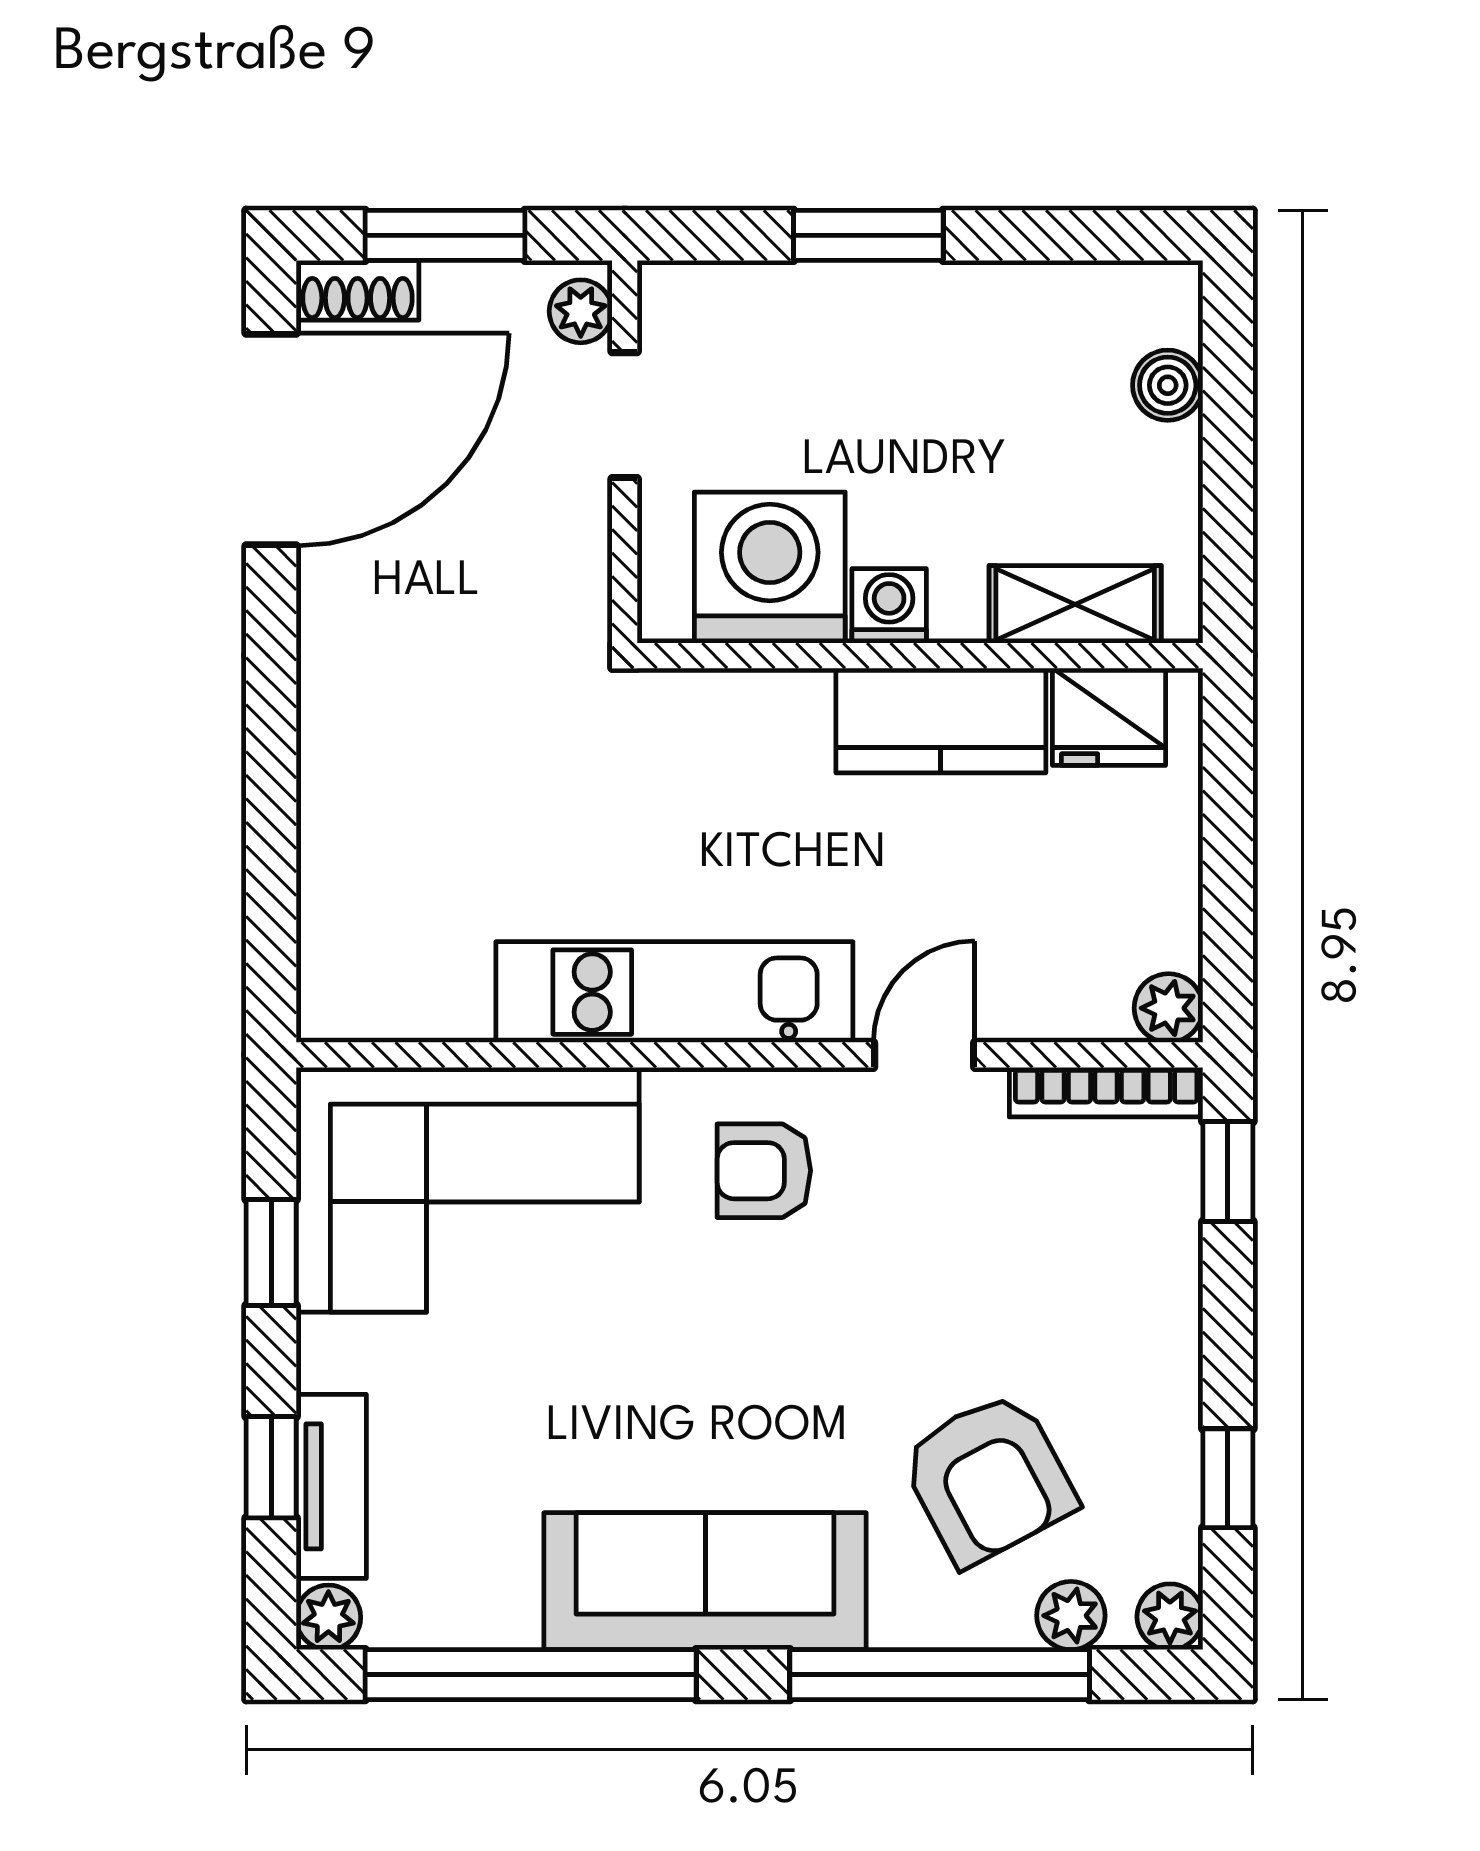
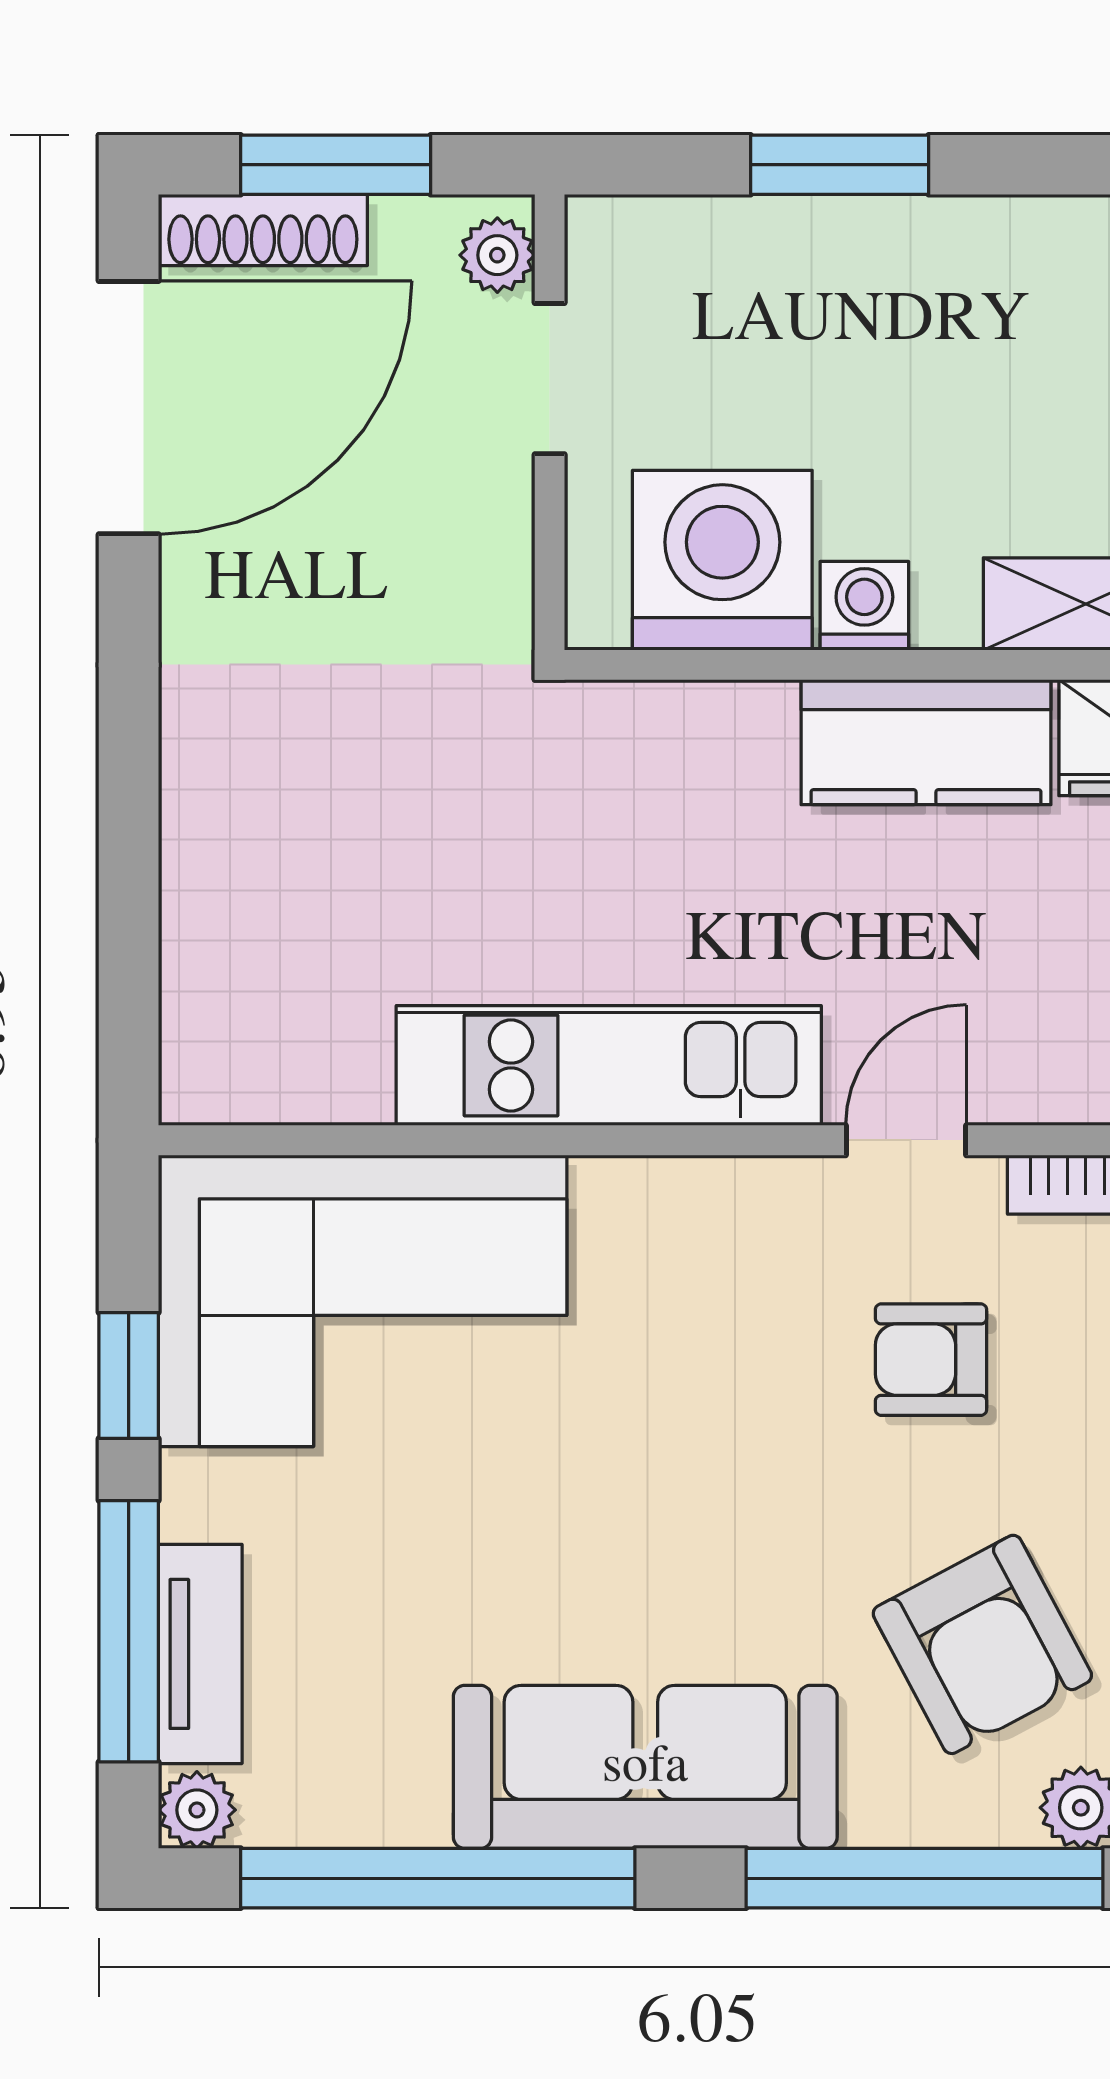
shoe rack: (358, 290) -> (263, 230), width x1.43
armchair: (764, 1171) -> (931, 1360), moved
window: (271, 1467) -> (129, 1631), width x2.17

